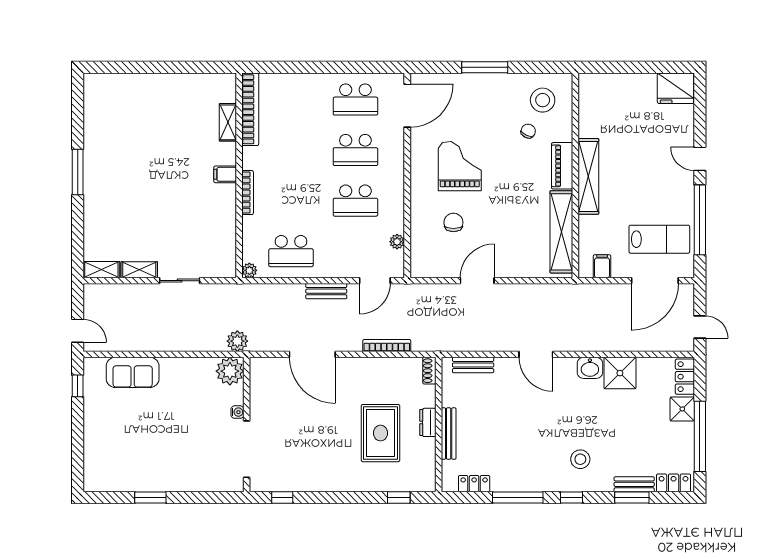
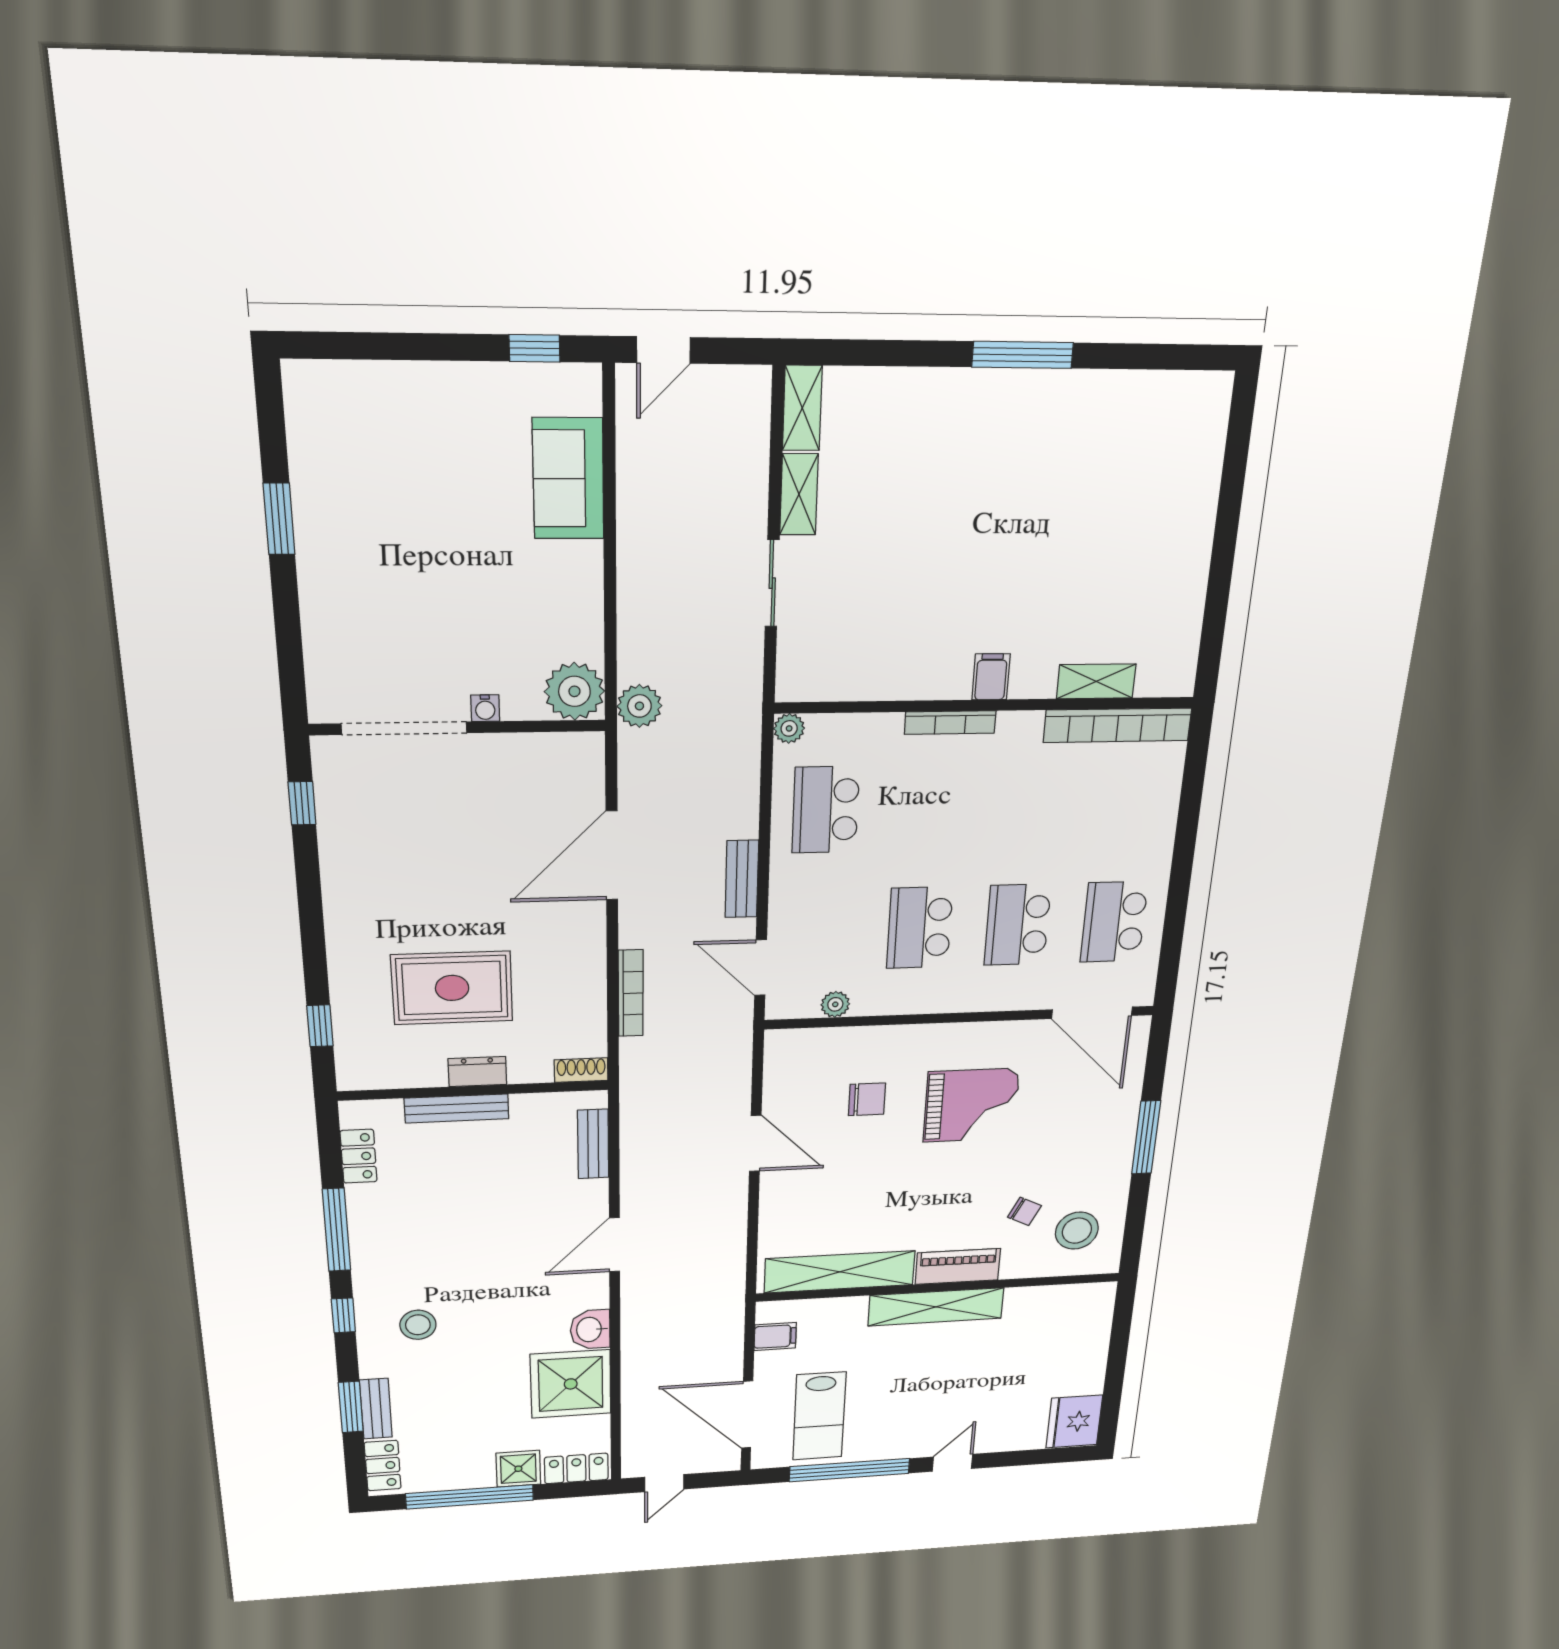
shower: (620, 373) -> (571, 1384), width x1.37, depth x1.37

